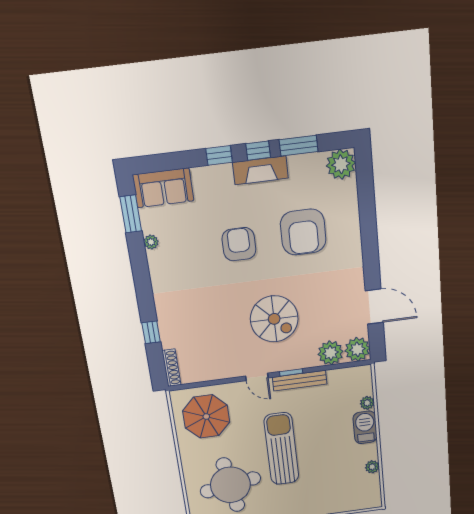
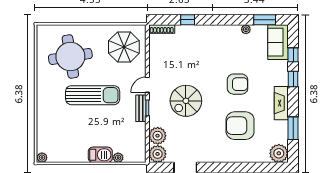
window: (258, 151) -> (293, 55), moved
bench: (300, 381) -> (141, 108), width x0.73
plant: (372, 467) -> (42, 158), moved

